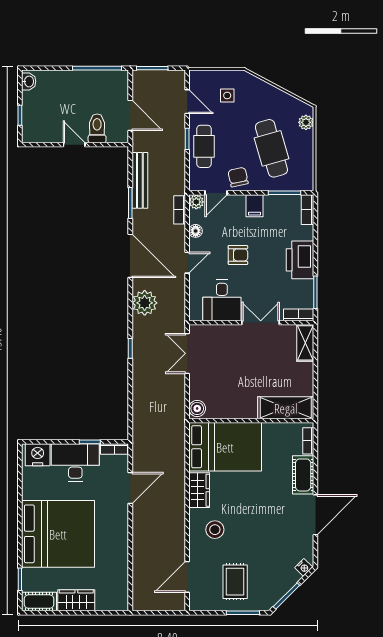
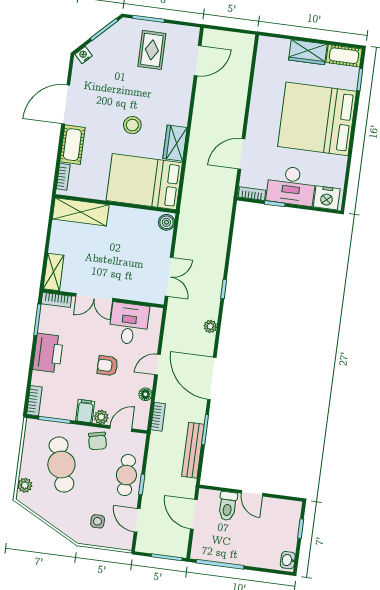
plant: (196, 202) -> (101, 417), moved
plant: (145, 303) -> (210, 326), width x0.53, depth x0.53
stool: (215, 530) -> (132, 125), moved

